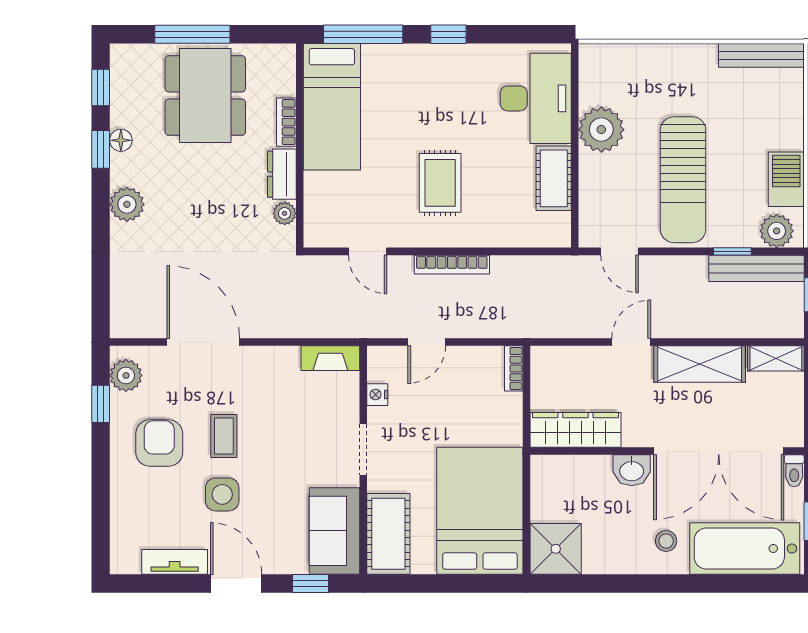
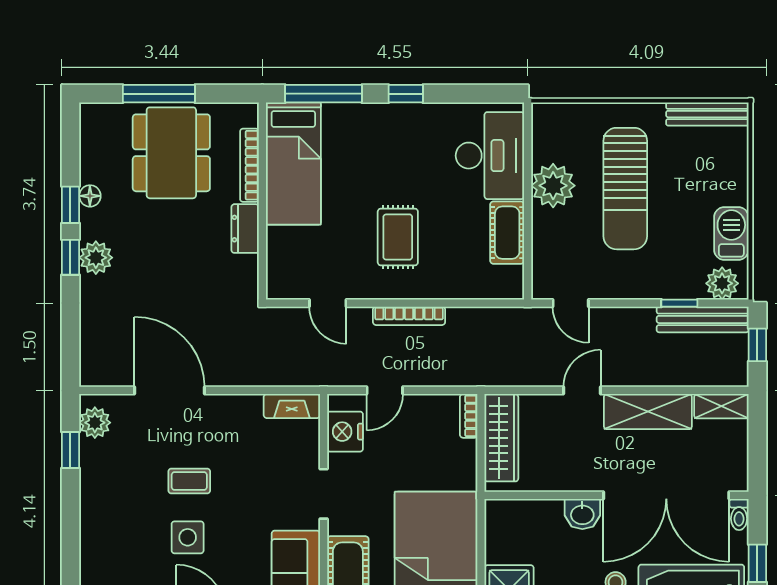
window: (101, 87) -> (70, 257), moved
bookcase: (286, 122) -> (249, 165), width x1.56
sun lounger: (683, 180) -> (625, 189), moved
plant: (285, 213) -> (248, 266), removed
nightstand: (377, 395) -> (345, 432), width x1.89, depth x1.79
wardrobe: (575, 430) -> (501, 438), moved, turned 90
coffee table: (224, 436) -> (189, 481), turned 90
armchair: (159, 443) -> (127, 488), removed

